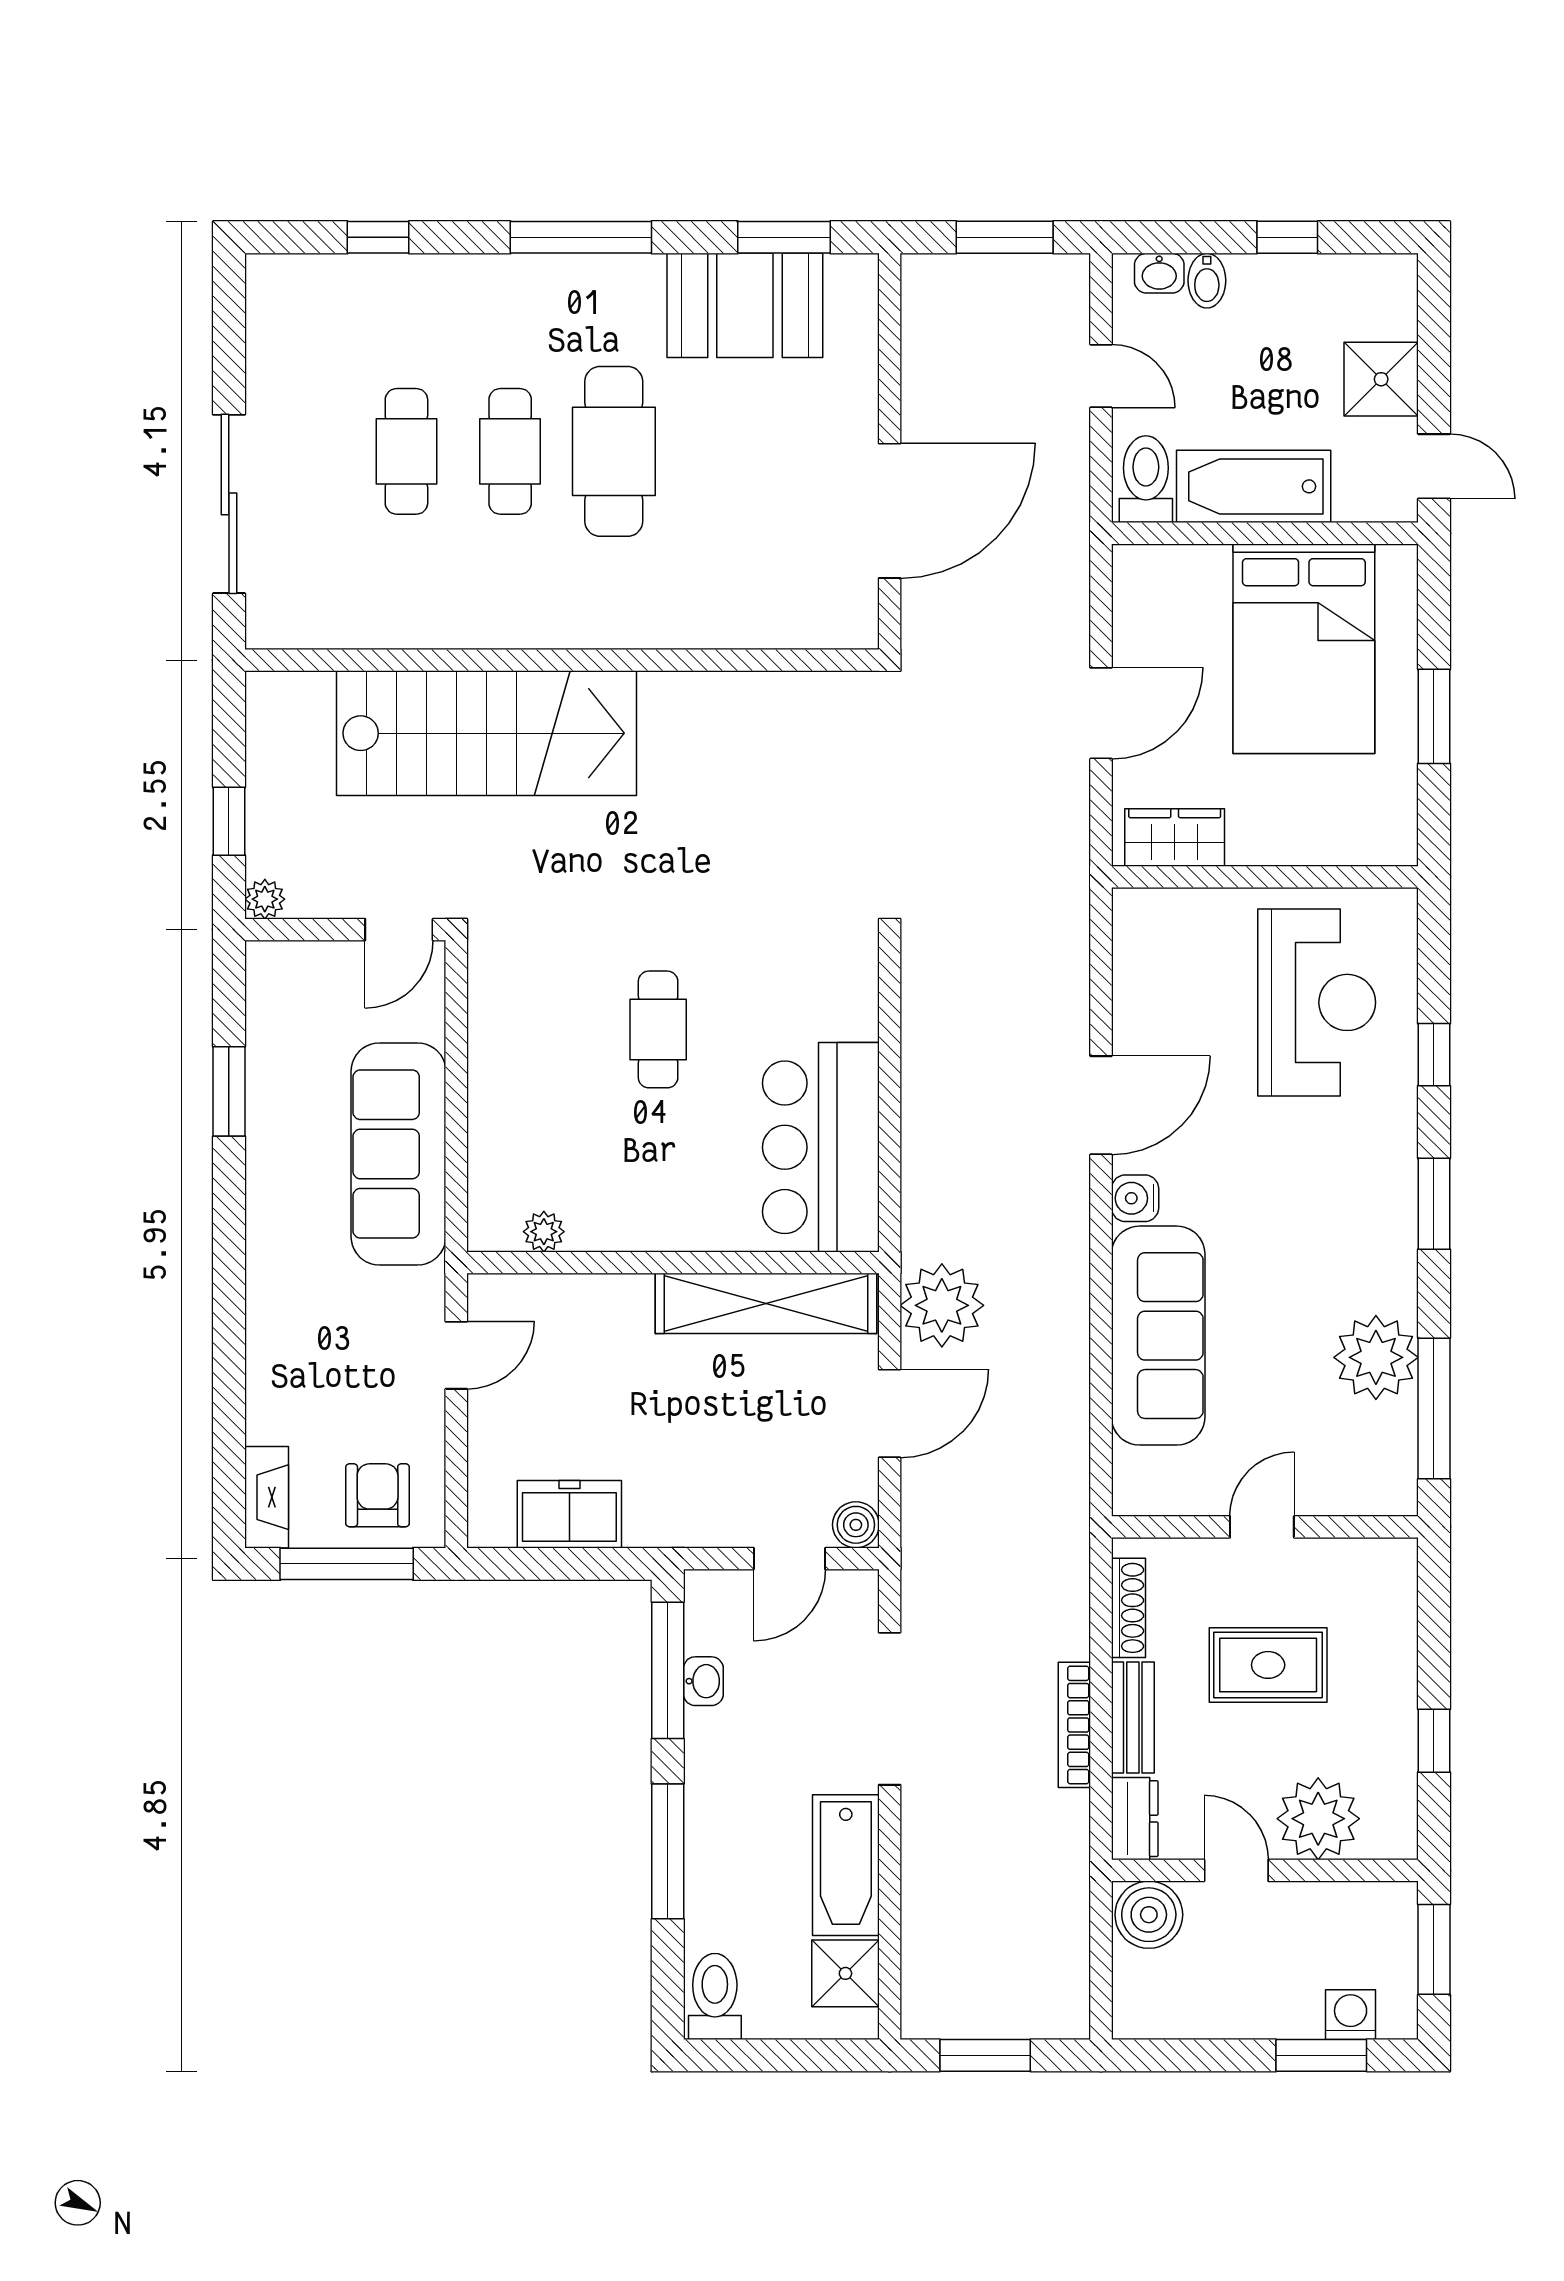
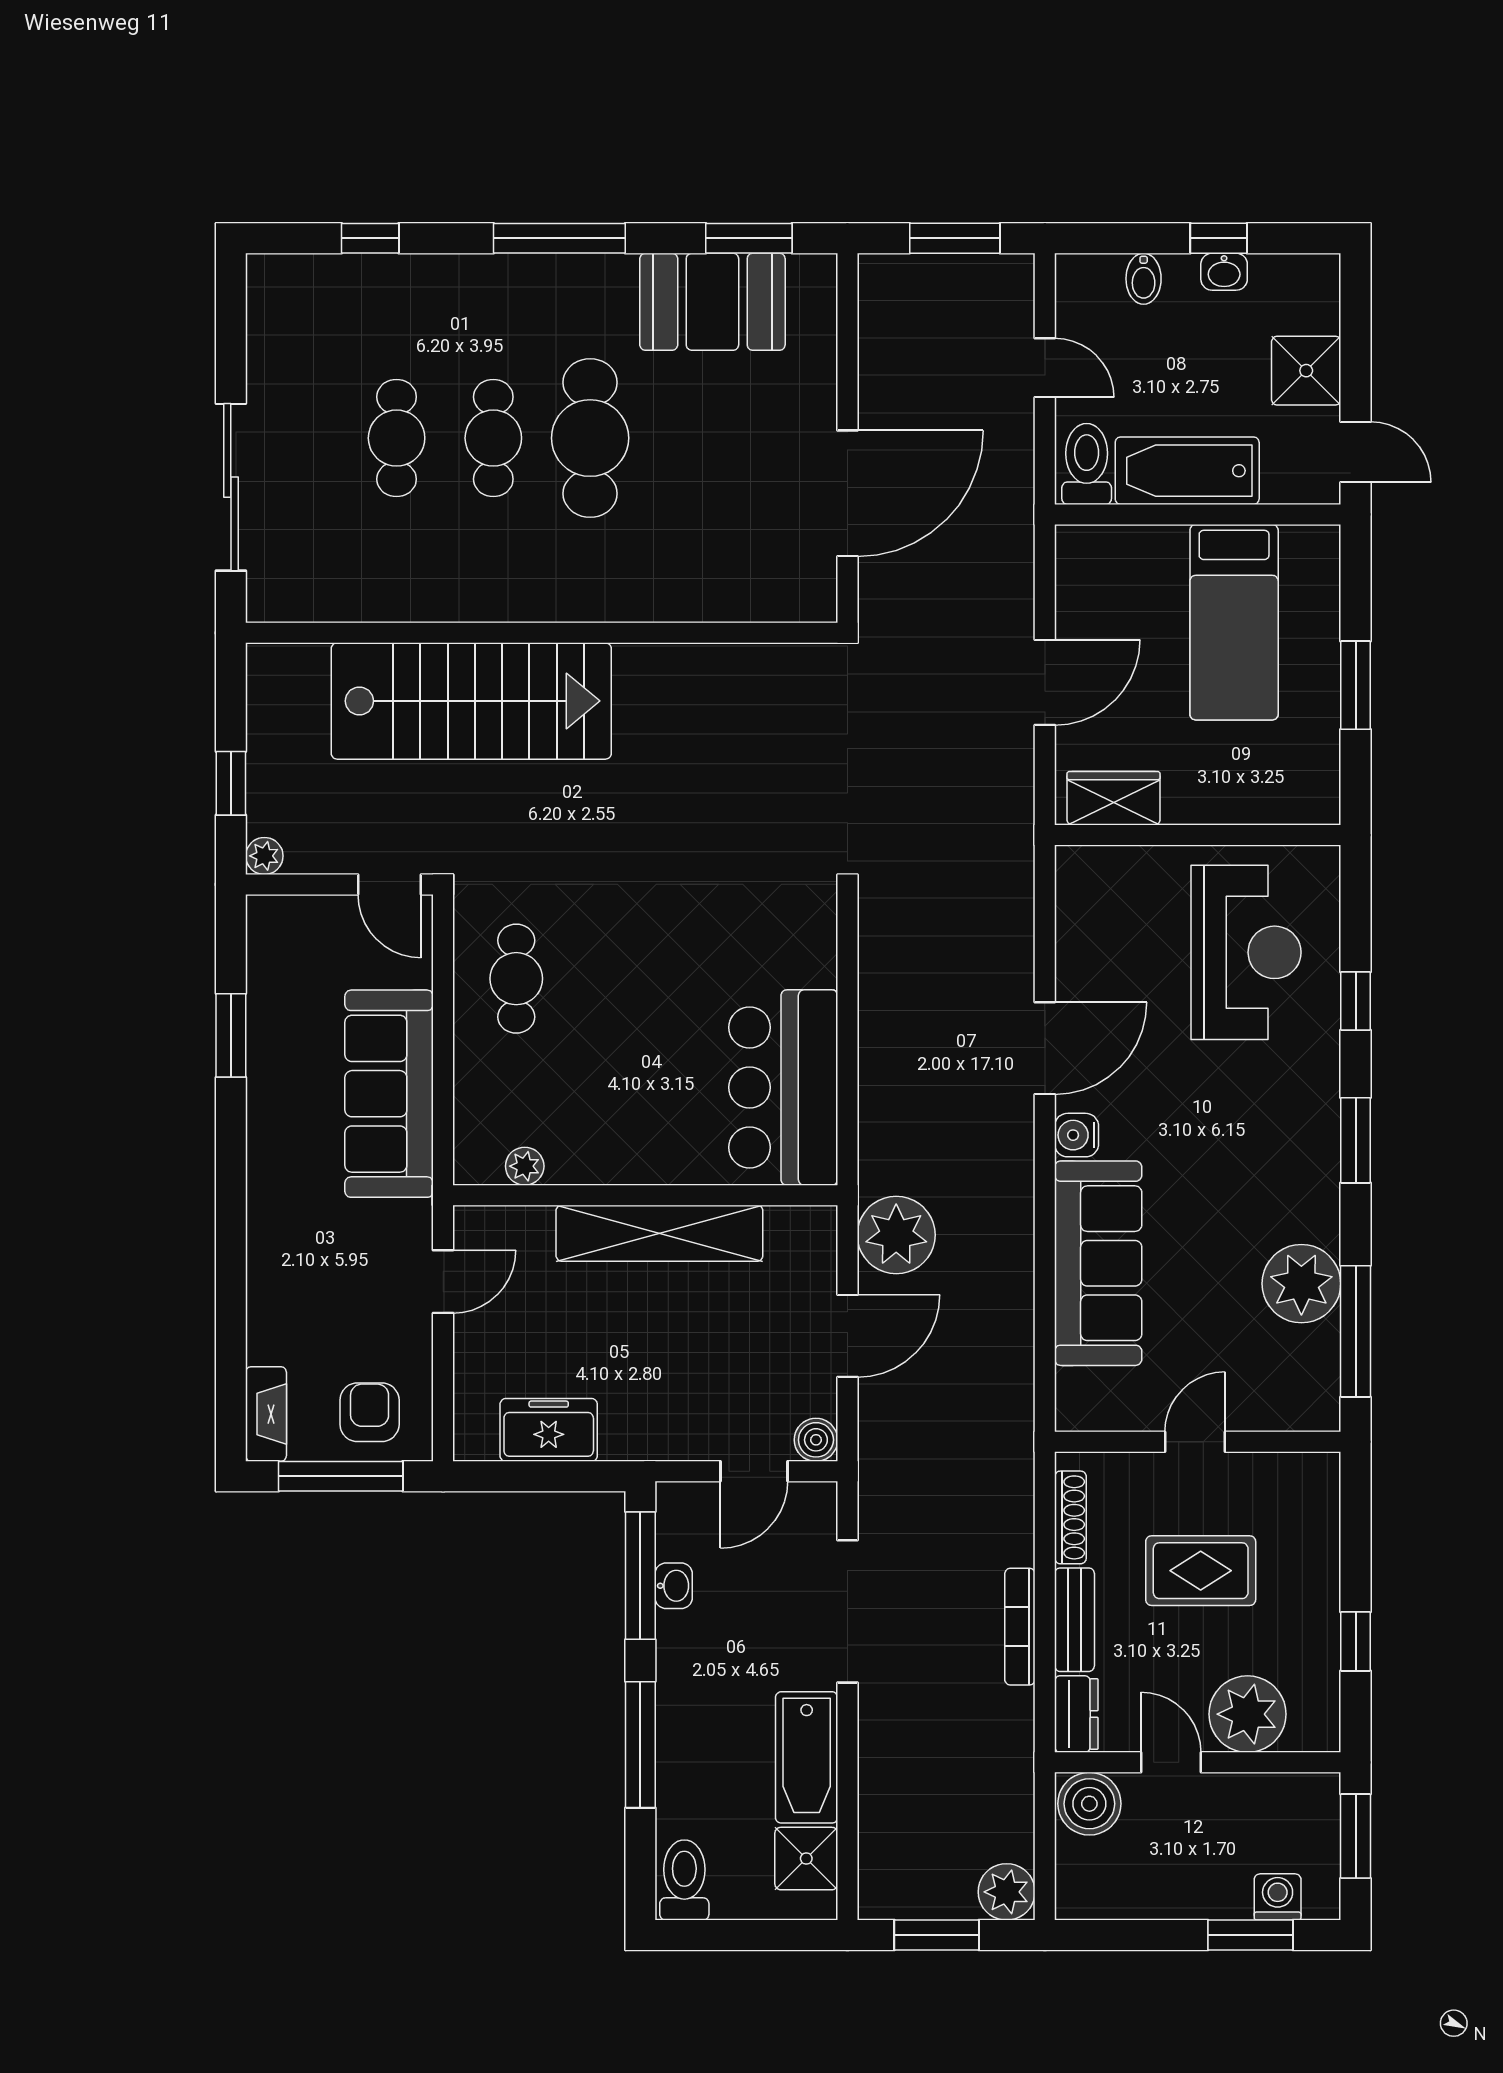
washbasin: (1159, 273) -> (1224, 272), moved
bed: (1304, 649) -> (1234, 622), width x0.67
door: (399, 930) -> (389, 884), hinge flipped
cafe table: (658, 1029) -> (516, 979), moved
shelving: (766, 1303) -> (659, 1233), moved
plant: (1060, 2009) -> (1007, 1892), added

